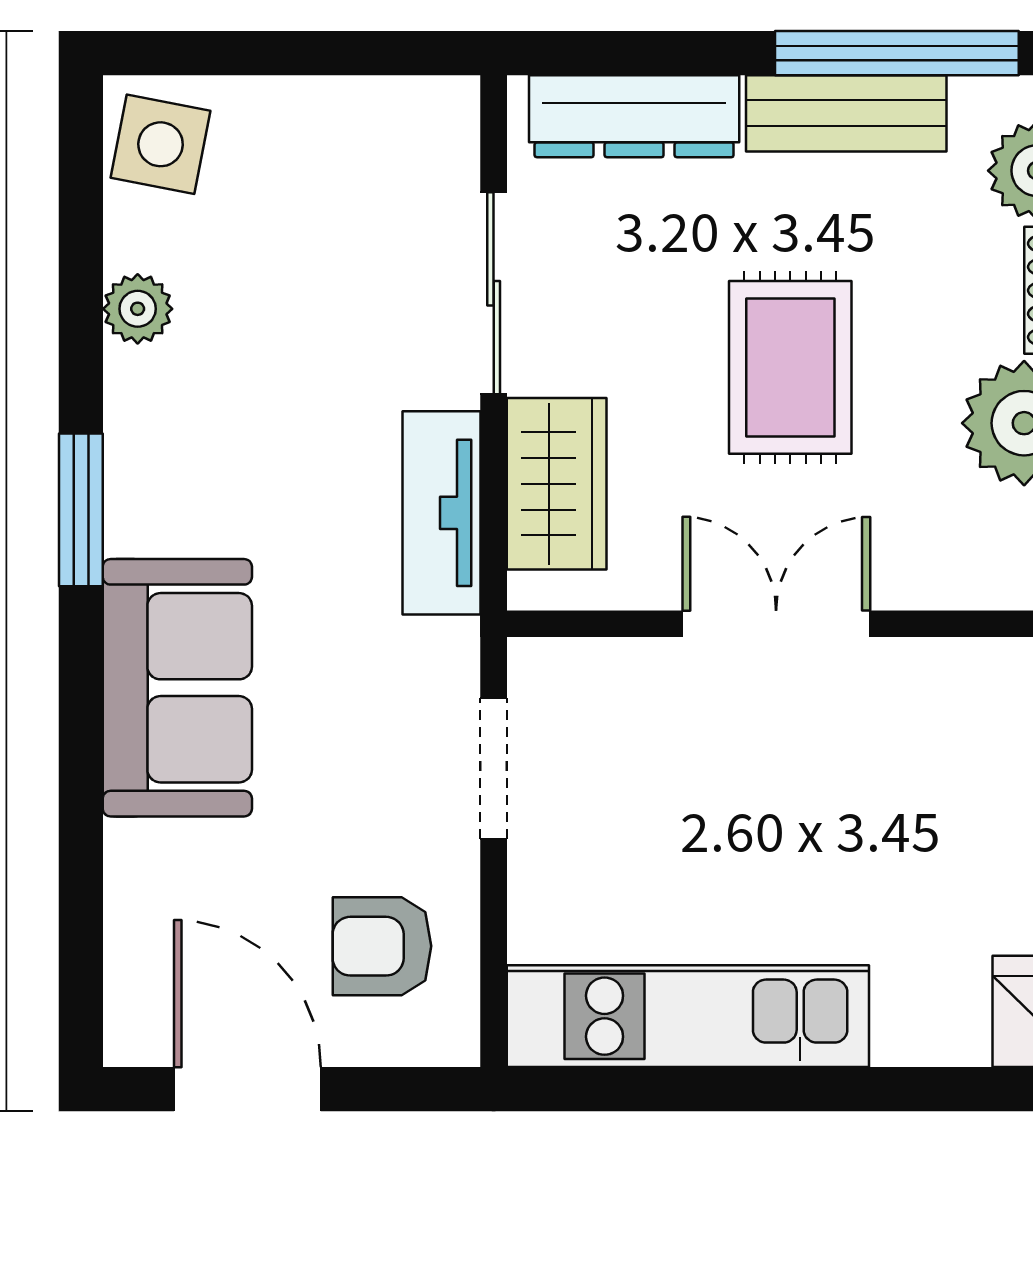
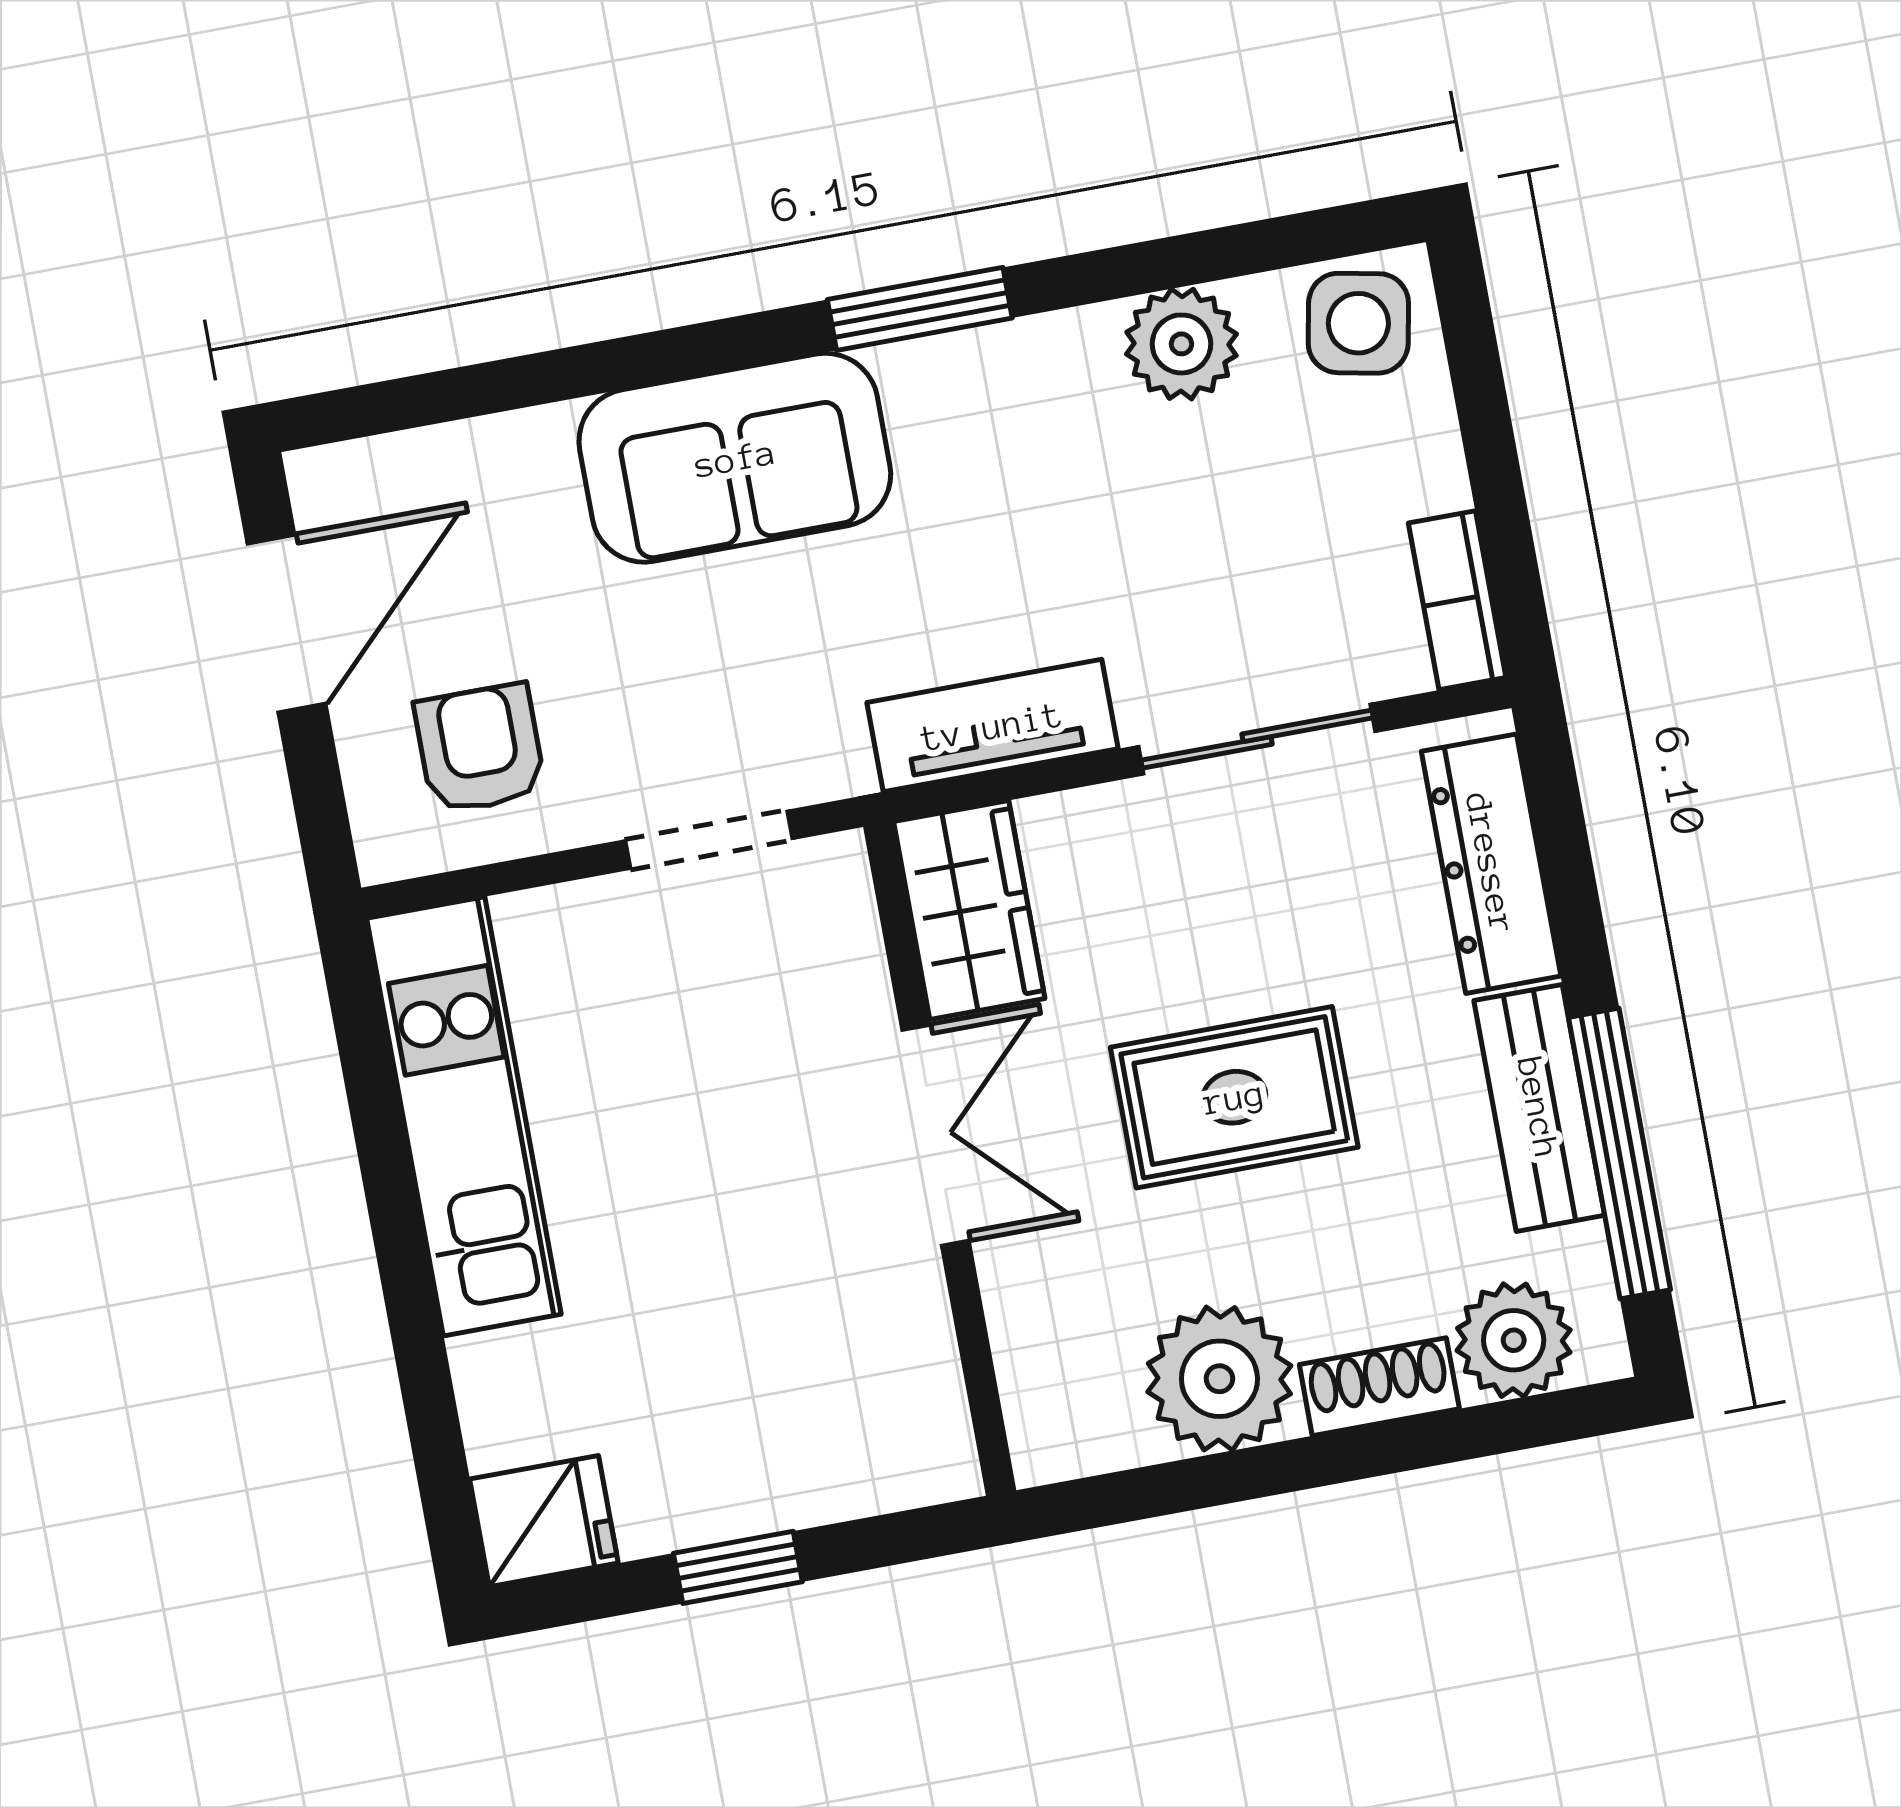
bookcase: (408, 104) -> (1457, 600), added
plant: (138, 309) -> (1181, 344), width x1.38, depth x1.38
wardrobe: (557, 484) -> (969, 910), moved, turned -90

